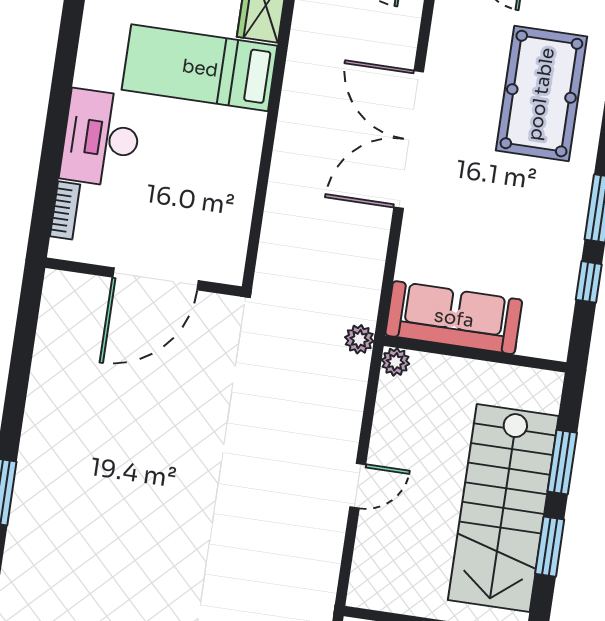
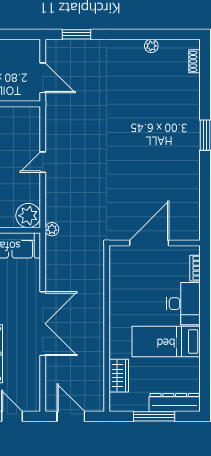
bed: (200, 68) -> (166, 342), moved, turned 180
plant: (395, 362) -> (28, 216), width x1.88, depth x1.88

